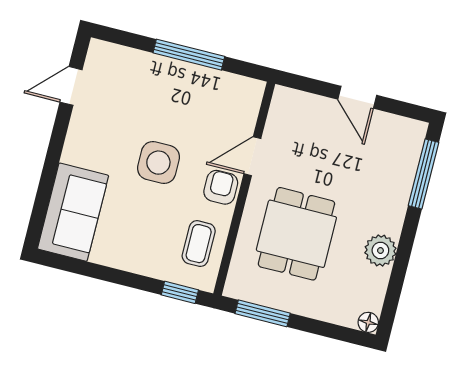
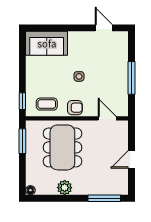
door: (252, 156) -> (107, 118), moved
side table: (158, 163) -> (79, 76), width x0.54, depth x0.54
dining table: (296, 234) -> (62, 147), width x1.37

